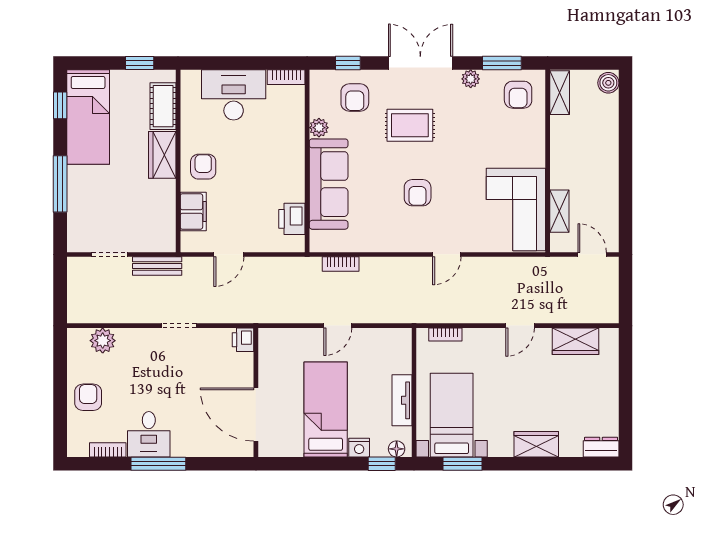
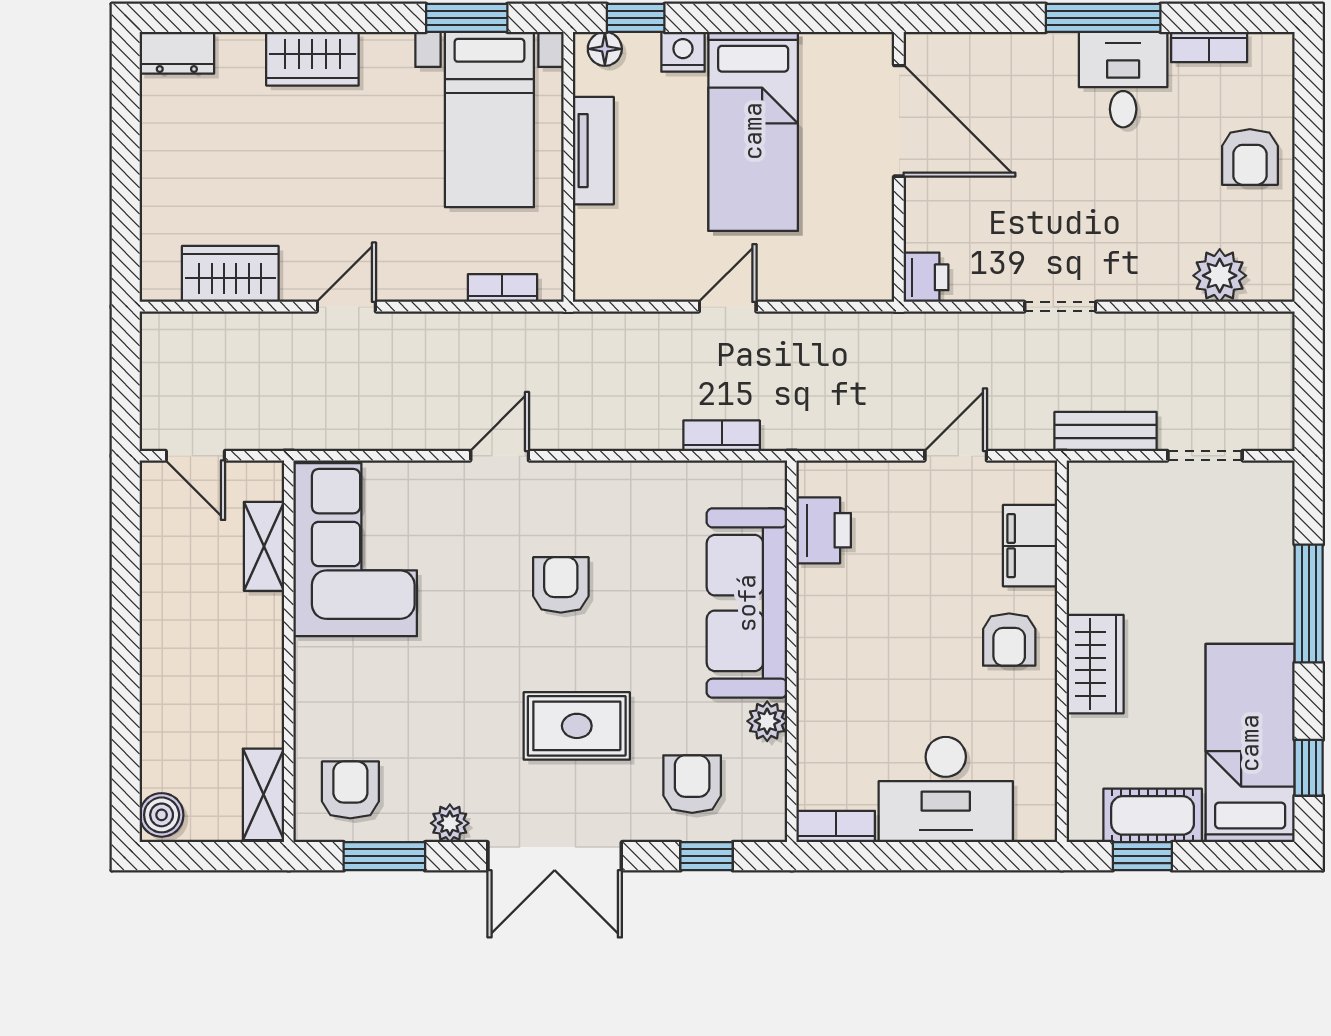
cot: (163, 106) -> (1153, 815), moved, turned 90

